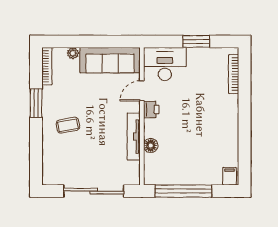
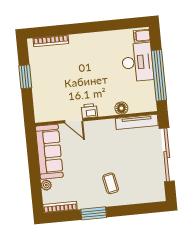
desk: (165, 64) -> (137, 62), moved, turned 180
tv unit: (134, 137) -> (137, 122), moved

